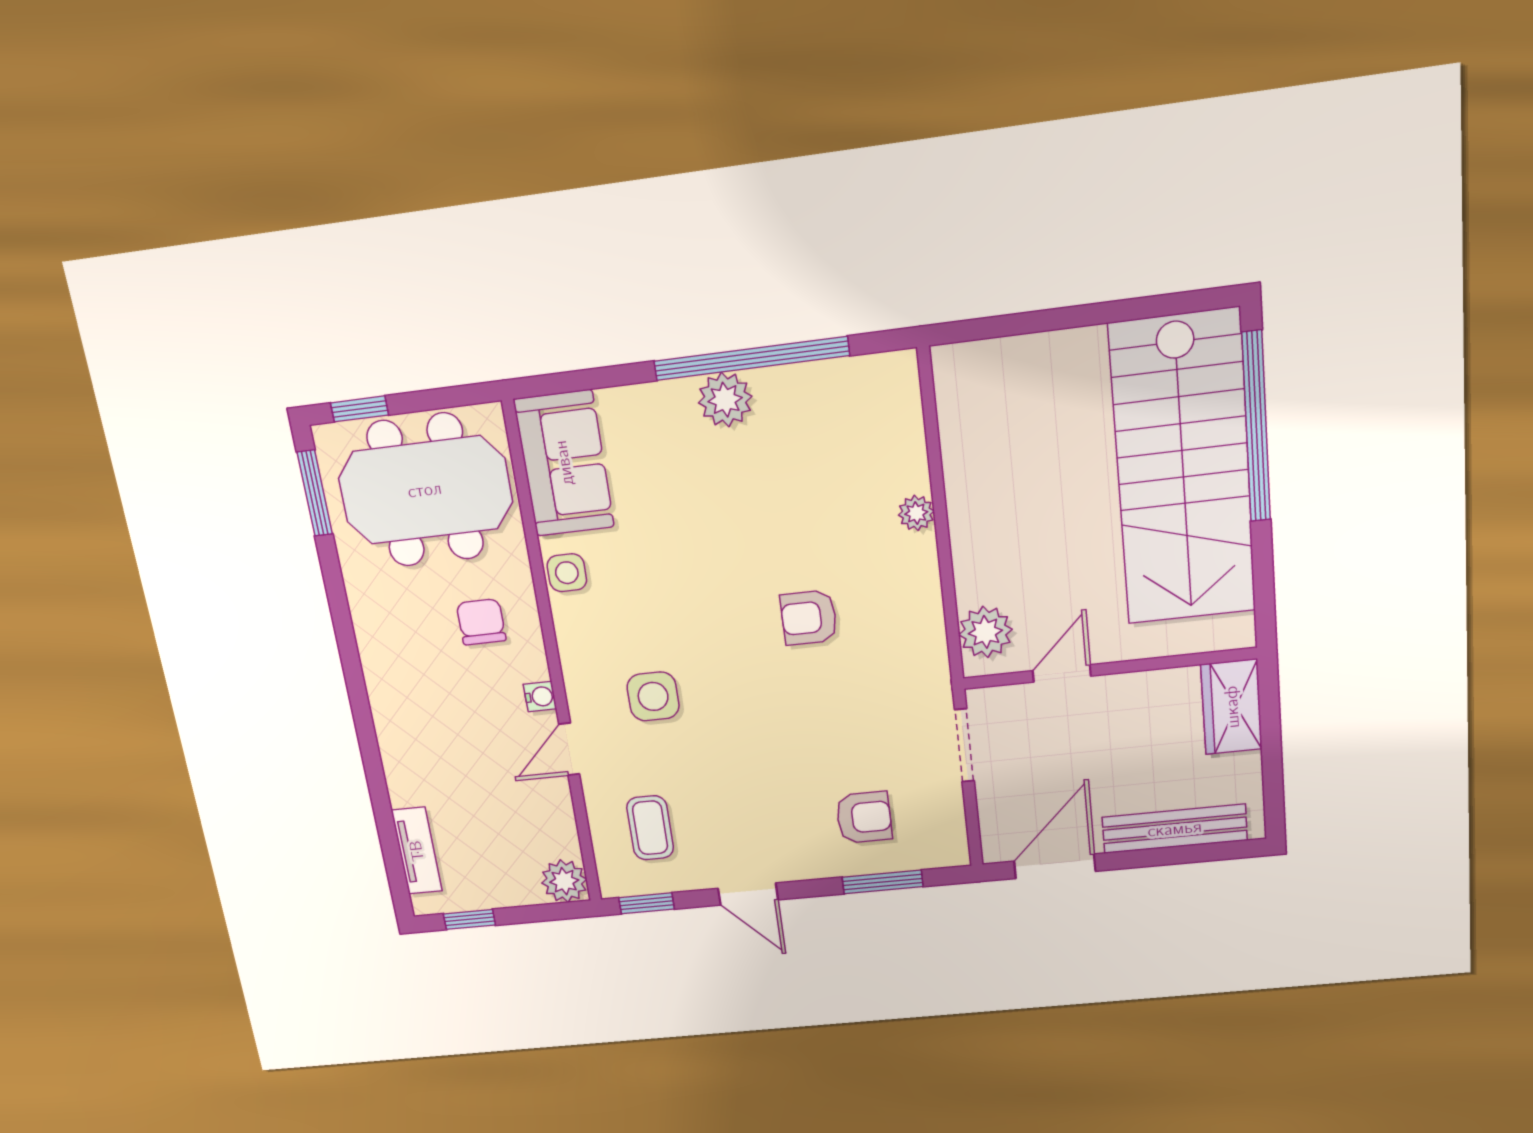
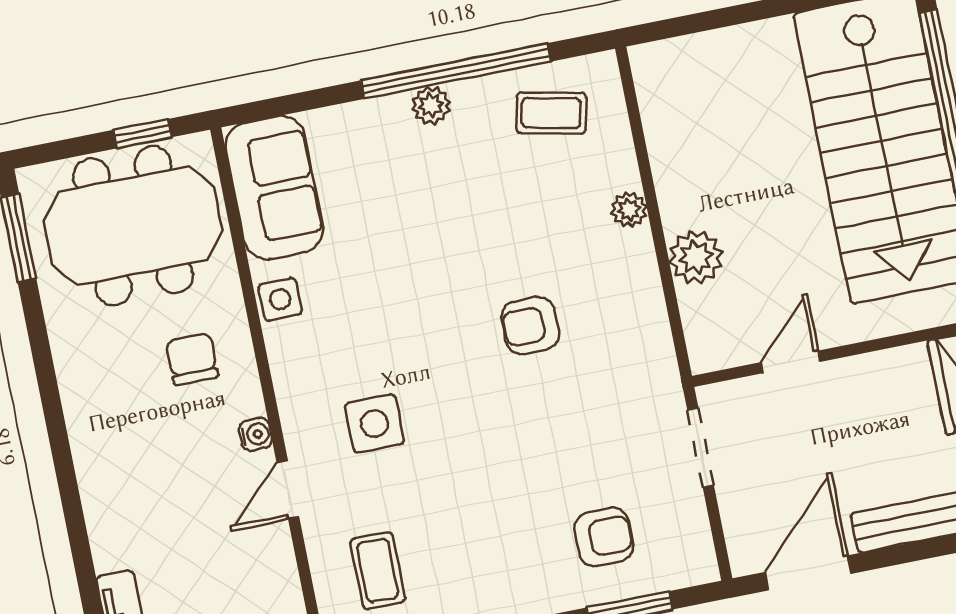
plant: (725, 400) -> (431, 105), width x0.73, depth x0.73
window: (360, 409) -> (143, 134), moved
coffee table: (846, 409) -> (551, 113), added
plant: (985, 632) -> (696, 257), moved

